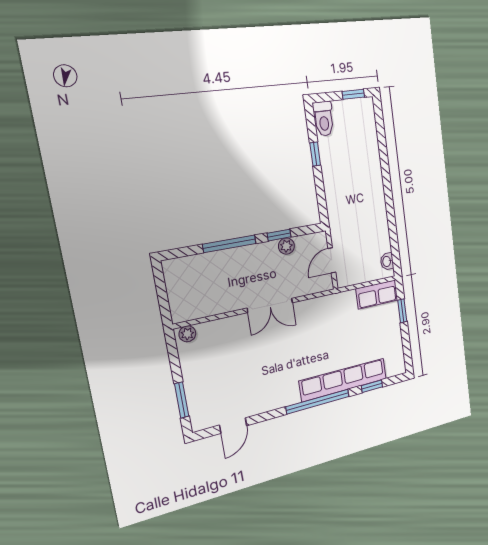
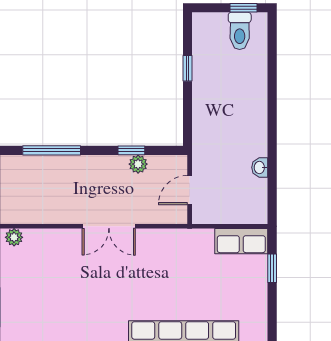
toilet: (324, 119) -> (240, 31), moved
window: (229, 244) -> (52, 150), moved
washbasin: (387, 261) -> (260, 167), moved

